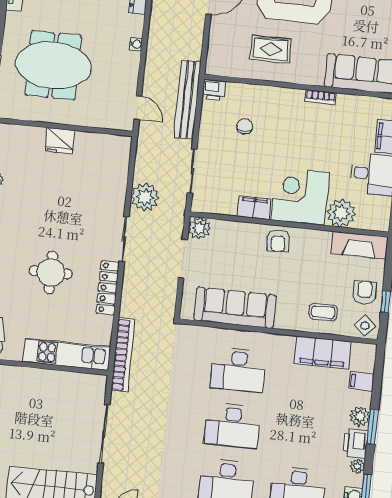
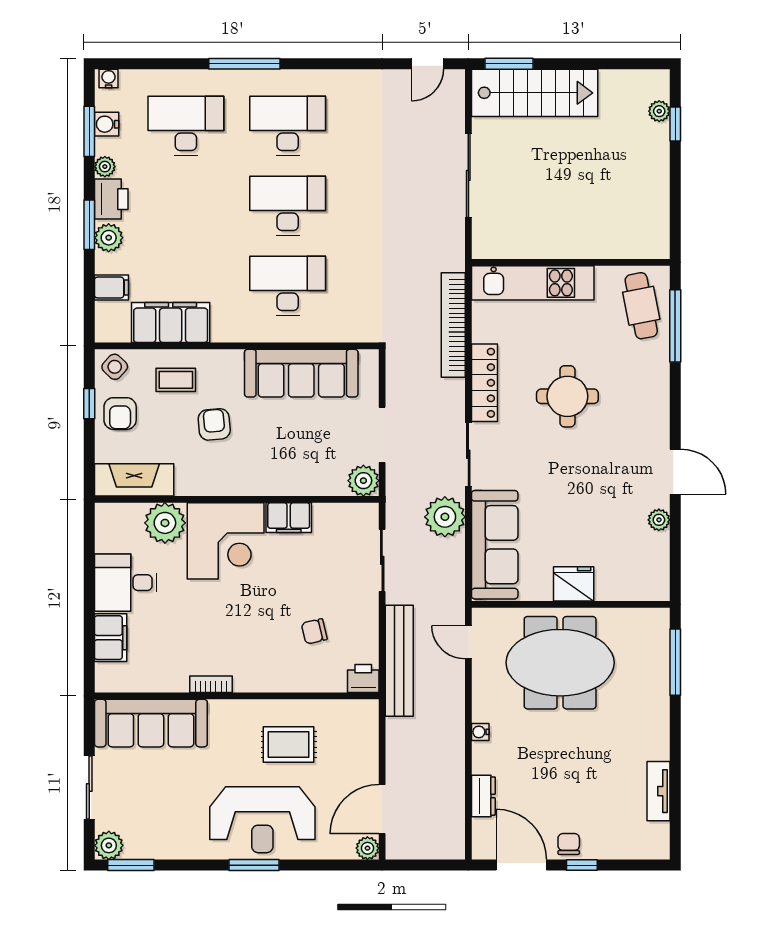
meeting table: (53, 65) -> (560, 663), moved
chair: (245, 126) -> (314, 631), turned 77
sofa: (112, 174) -> (495, 545), added
armchair: (278, 241) -> (214, 424), moved
bookcase: (123, 355) -> (453, 325), moved

